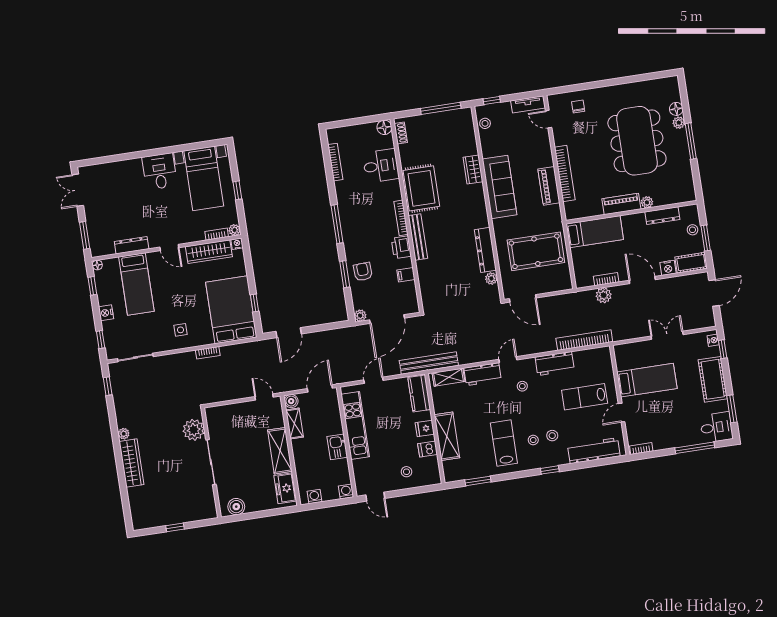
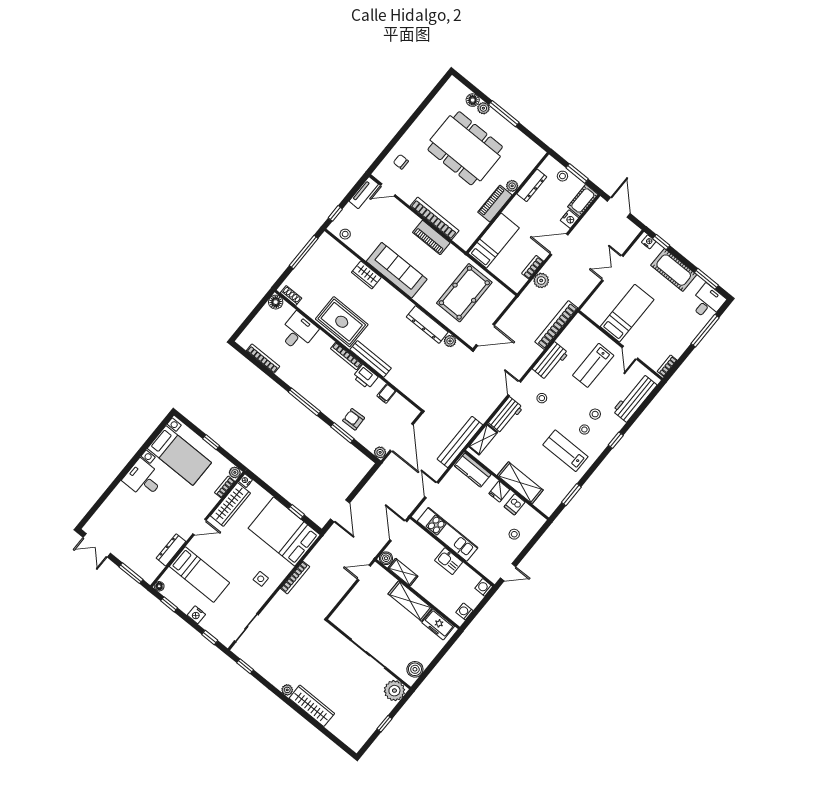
bookcase: (208, 353) -> (295, 578), width x1.56
plant: (194, 430) -> (394, 691), moved

